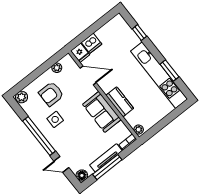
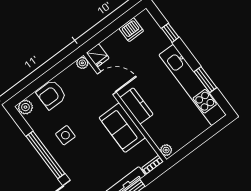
dishwasher: (92, 43) -> (131, 30), moved
plant: (57, 68) -> (82, 63), moved
armchair: (51, 94) -> (51, 95), moved
kitchen counter: (120, 102) -> (136, 106), moved

